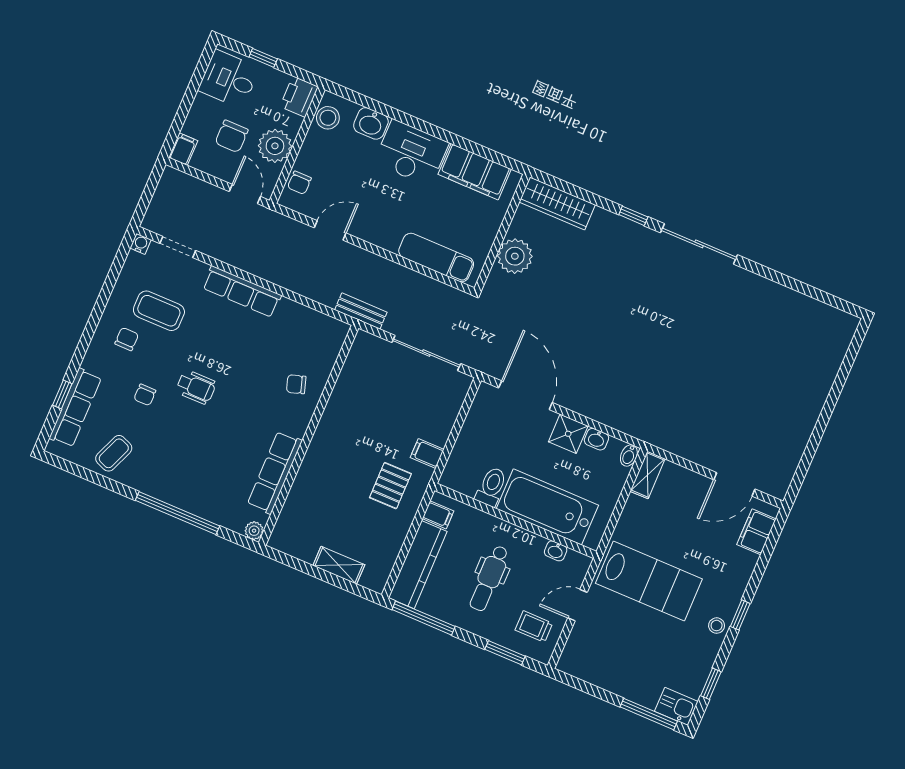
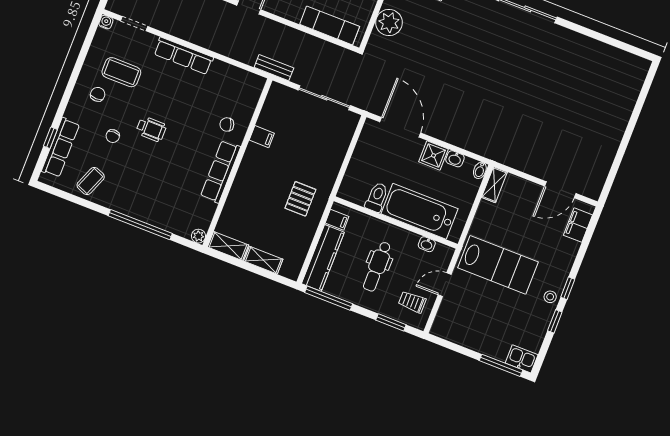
filing cabinet: (427, 453) -> (262, 137), moved, turned 180
row of seats: (275, 472) -> (220, 172), moved
shelving: (293, 545) -> (228, 246), added
window: (711, 684) -> (555, 321), moved

